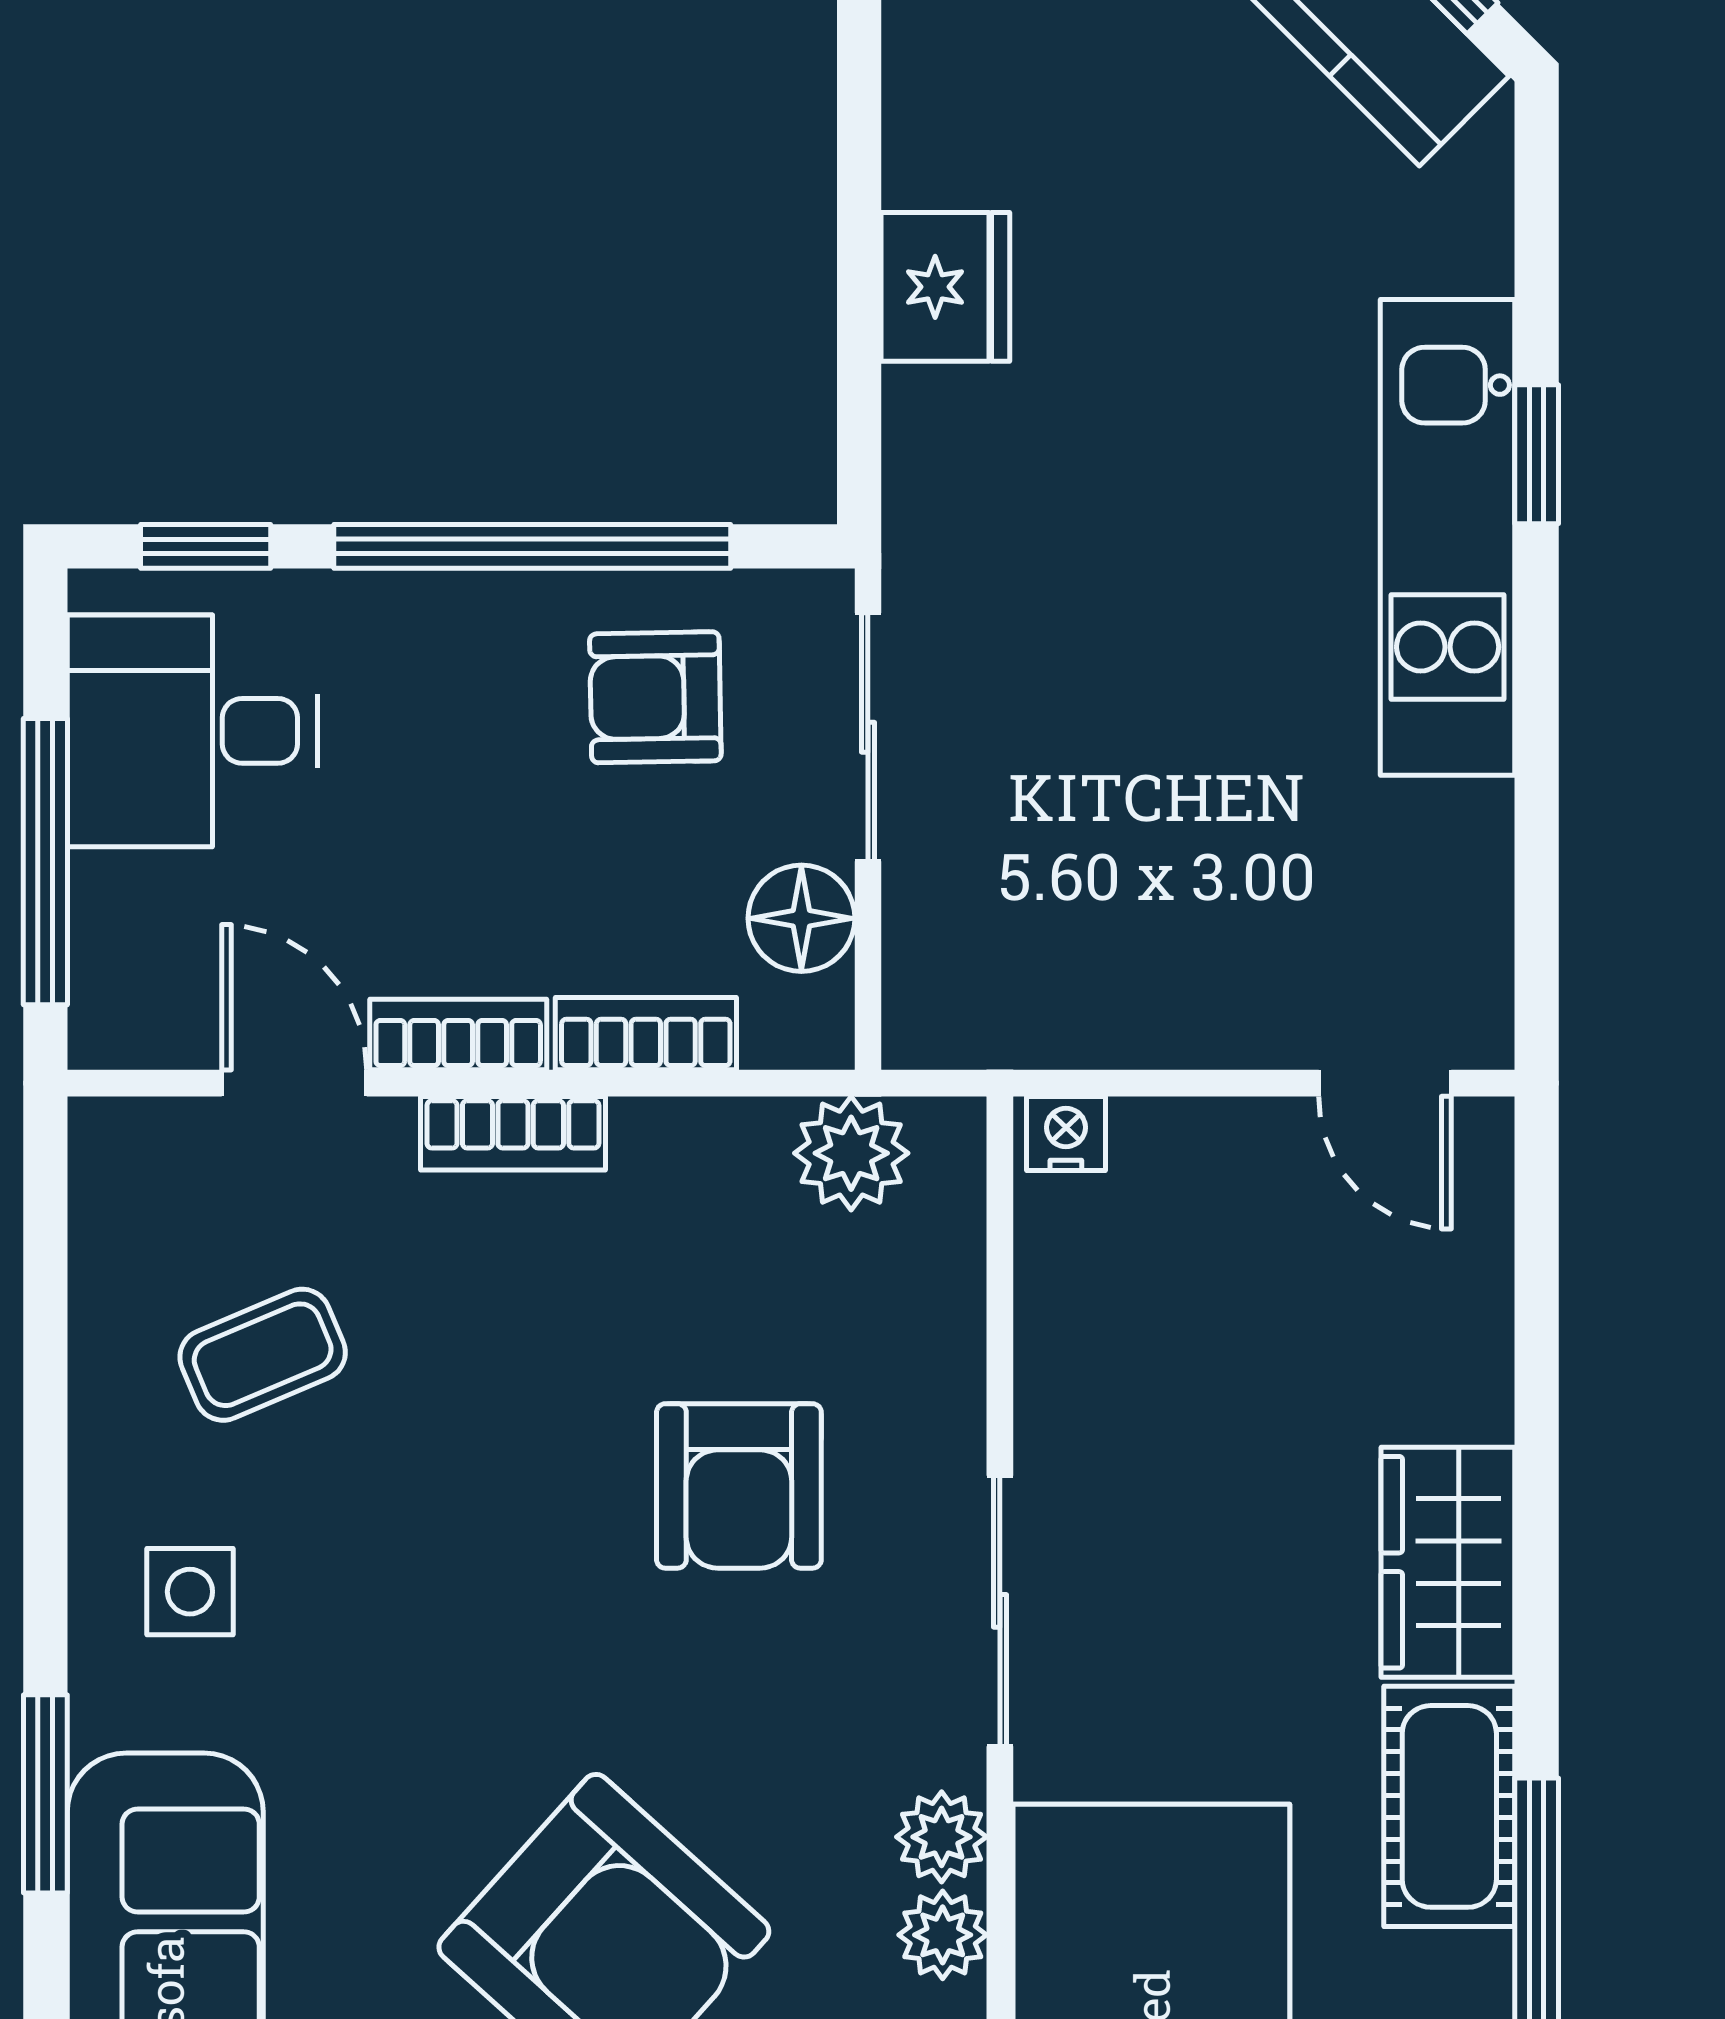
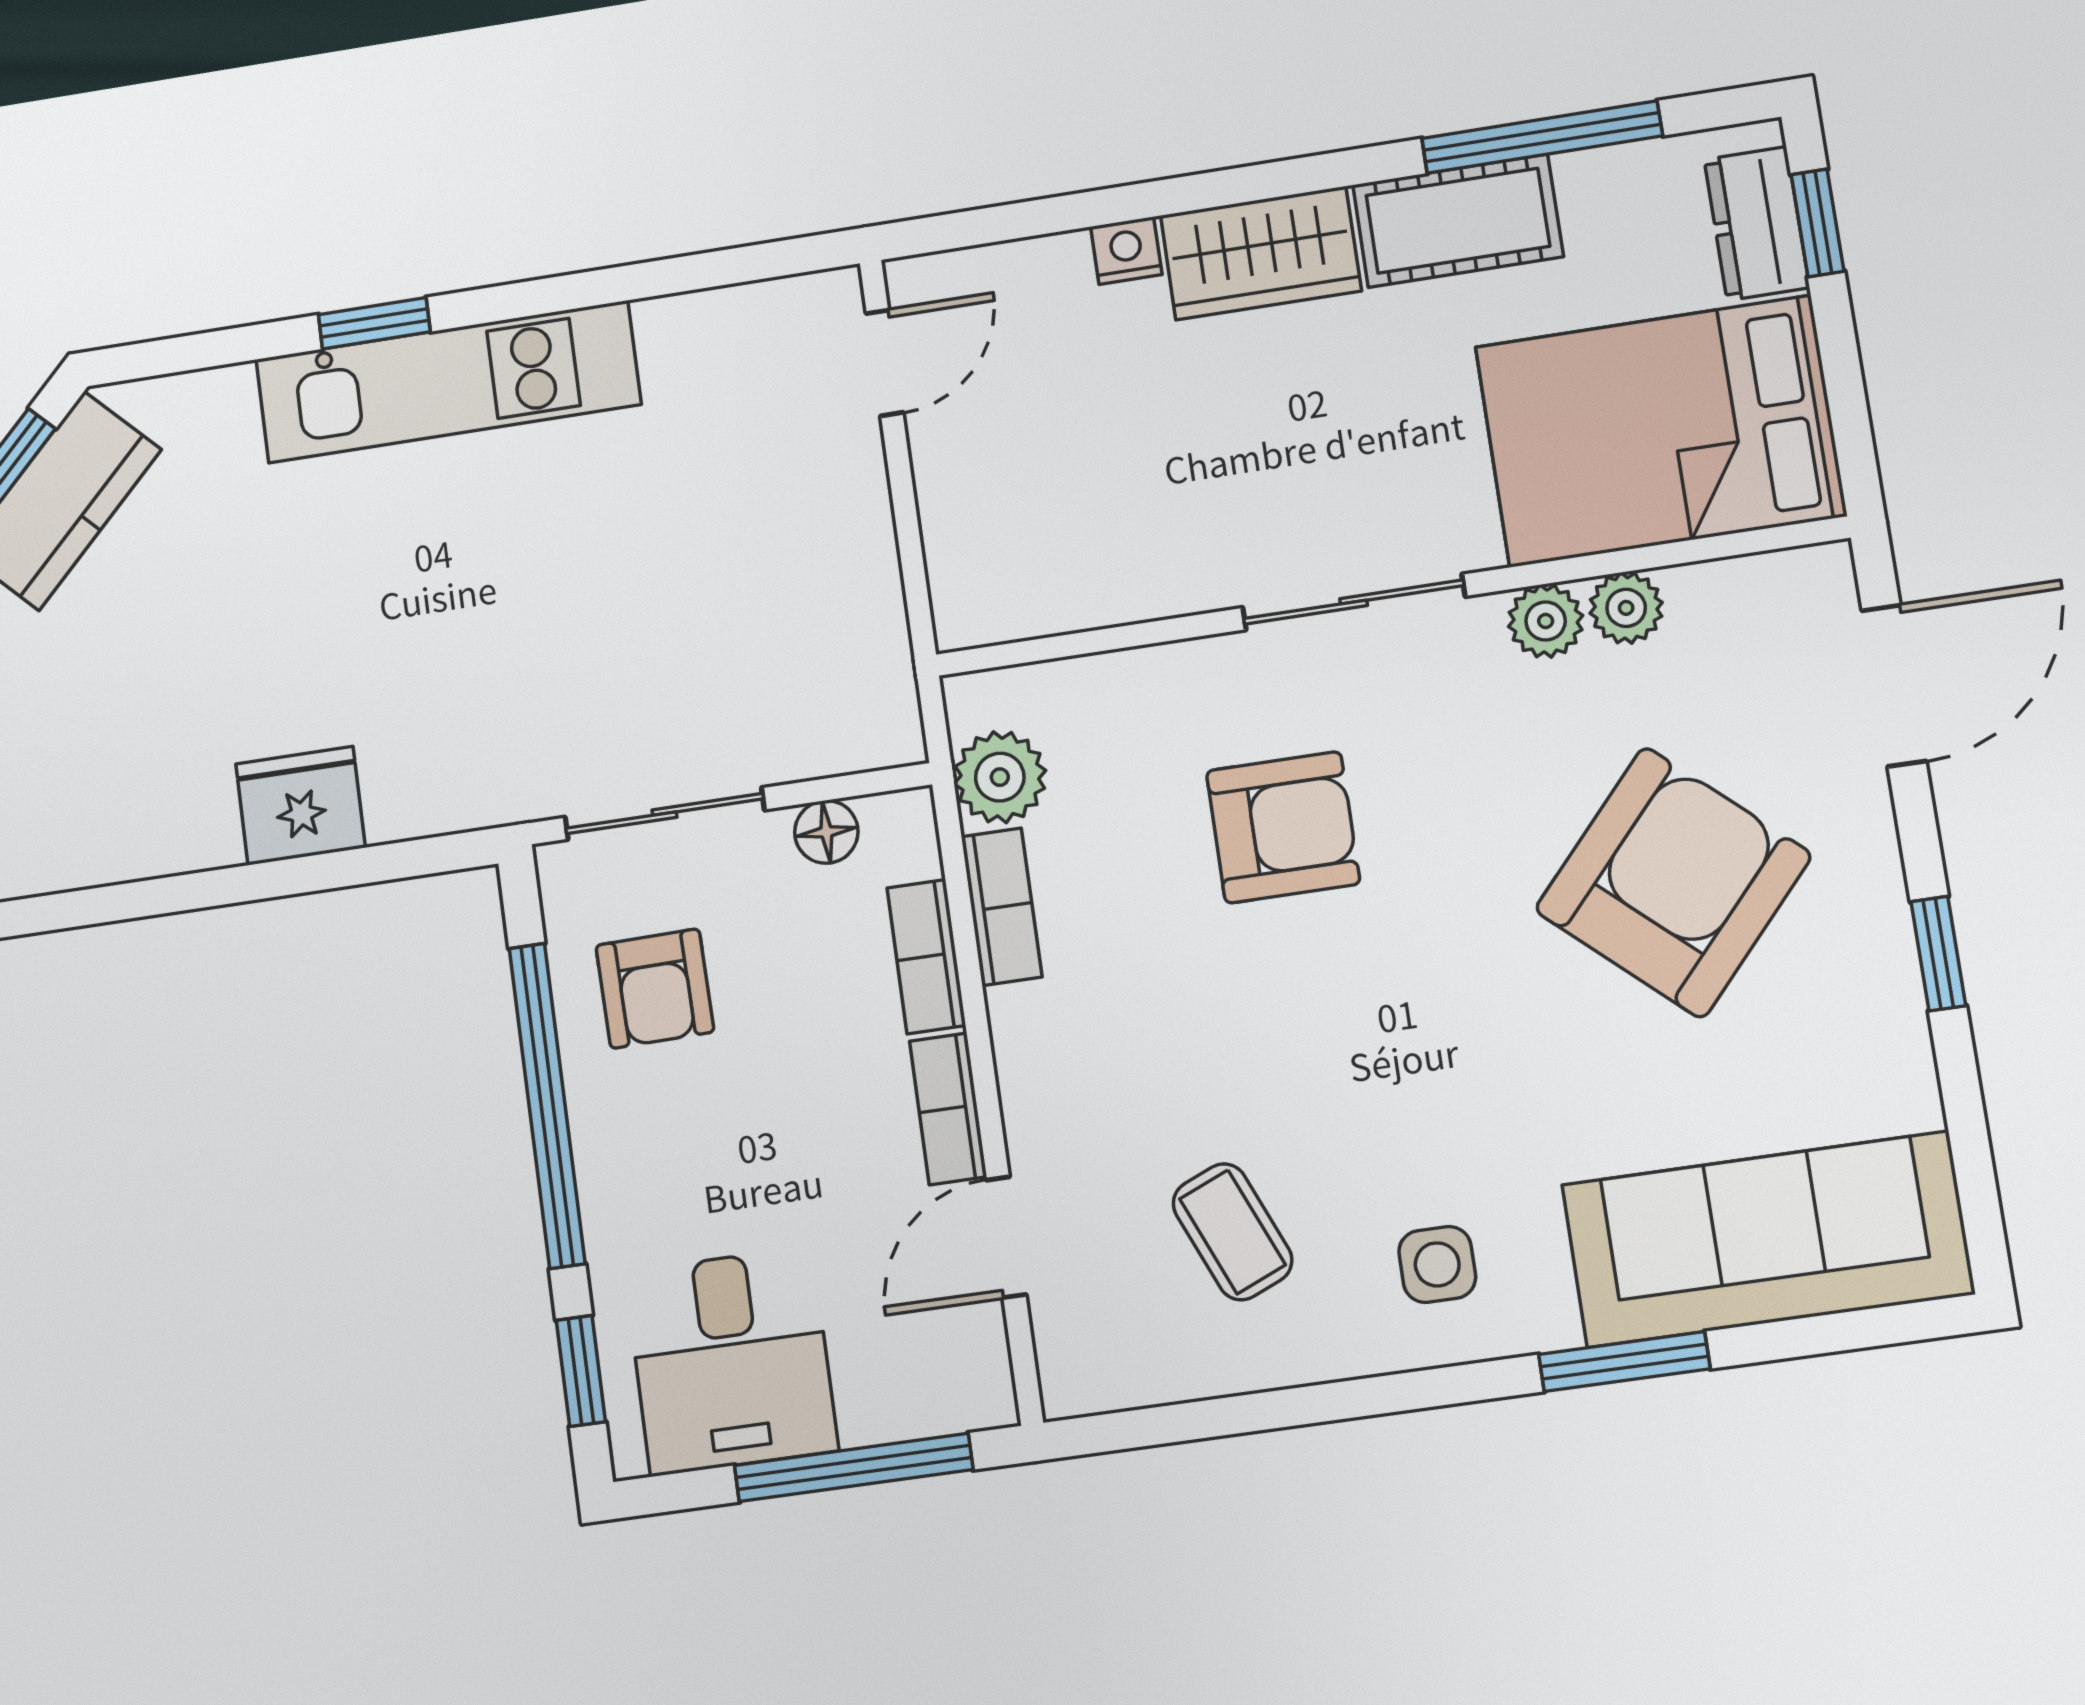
floor lamp: (801, 918) -> (826, 832), width x0.73, depth x0.73
bookcase: (513, 1133) -> (1002, 907), moved
nightstand: (1066, 1133) -> (1126, 251), moved, turned 90

